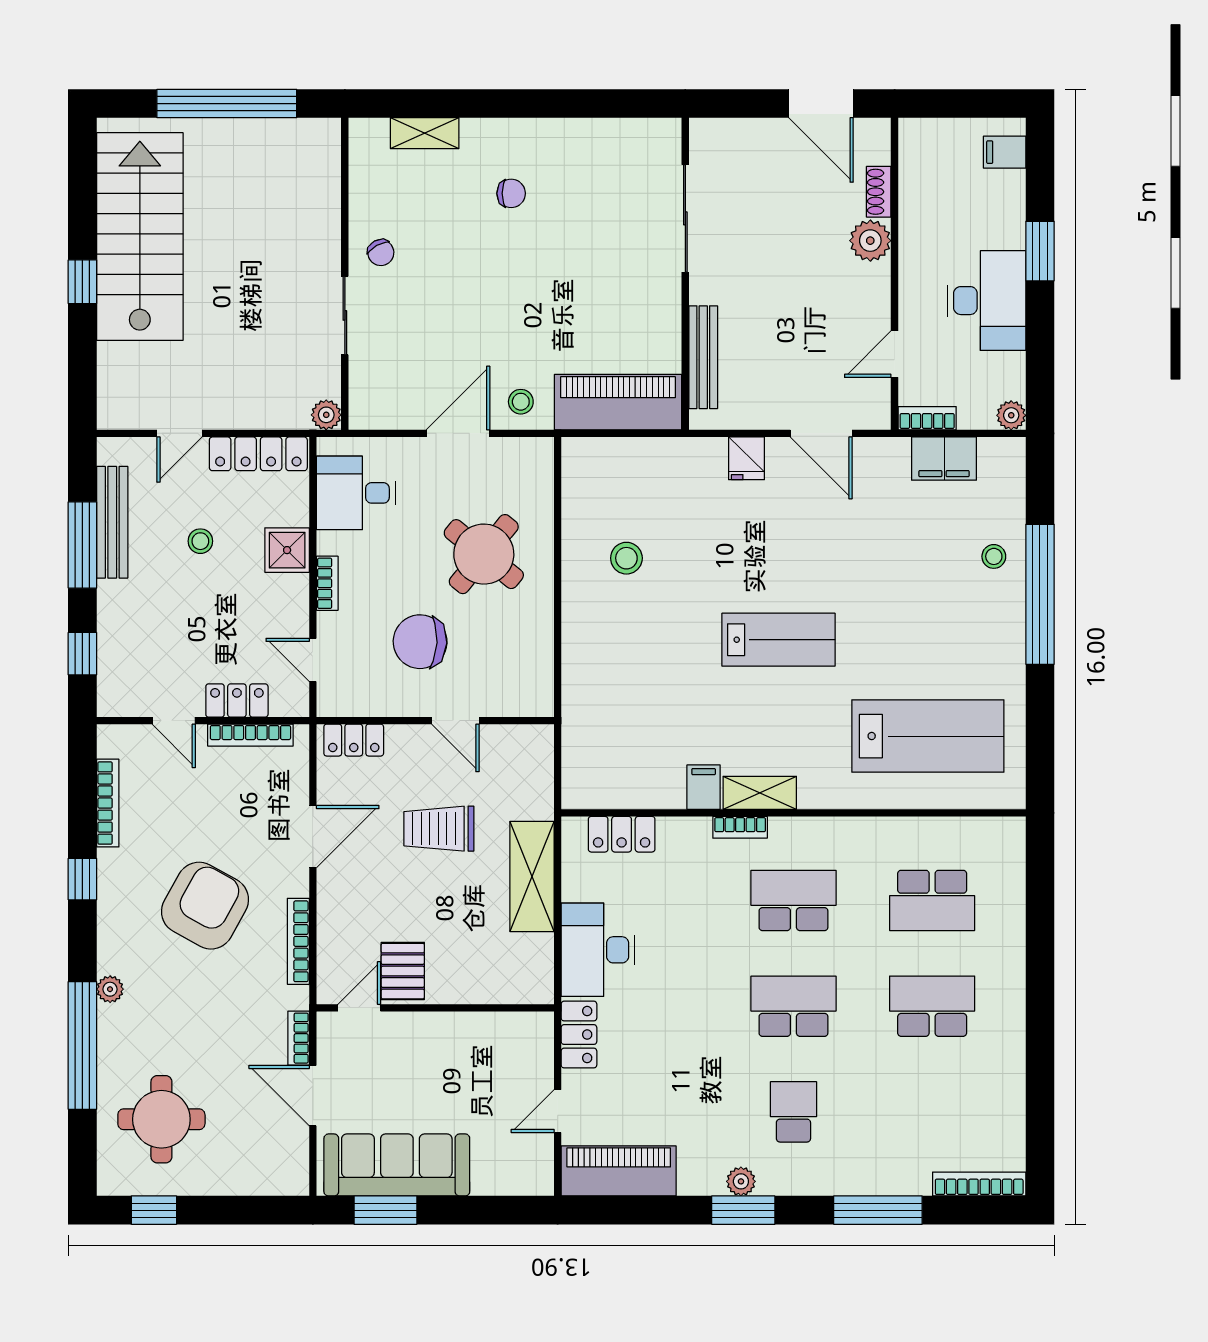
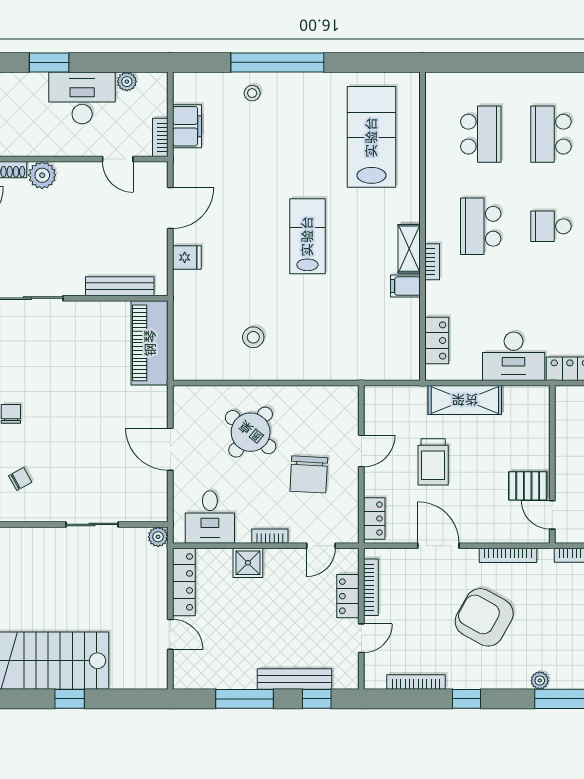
chair: (381, 253) -> (20, 479), moved
stool: (521, 402) -> (149, 407), removed
plant: (1011, 415) -> (127, 82), moved
bench: (112, 522) -> (295, 679), moved
stool: (200, 541) -> (242, 620), removed
school desk: (793, 1006) -> (551, 226), width x0.54

